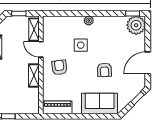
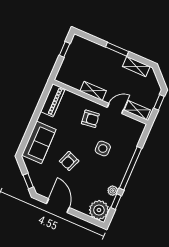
window: (87, 13) -> (130, 168), added
window: (133, 13) -> (116, 202), moved
plant: (89, 21) -> (113, 191), moved
armchair: (104, 70) -> (69, 161), turned -67

